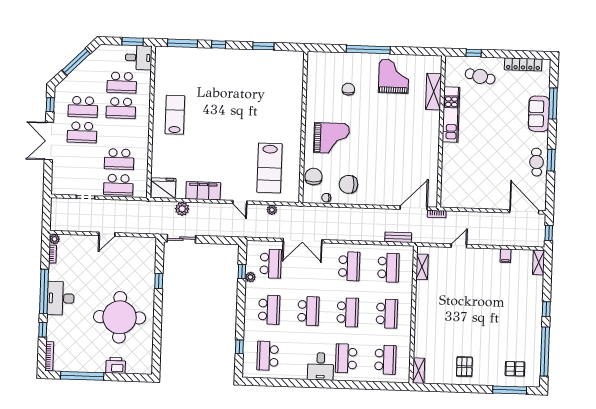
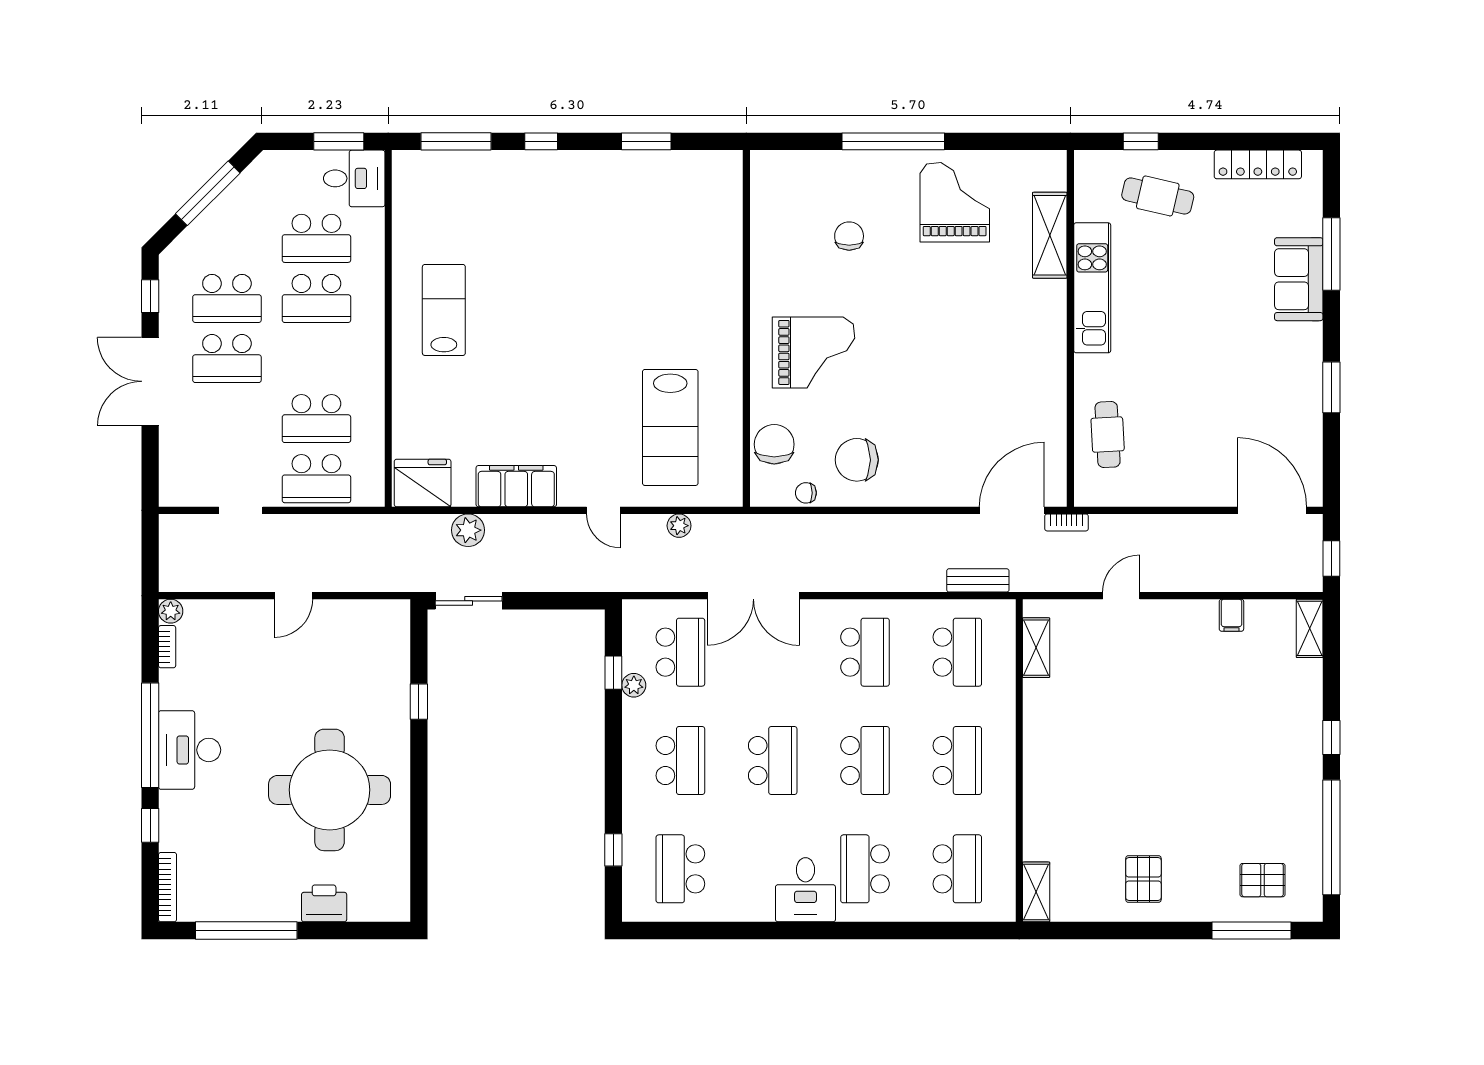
cafe table: (537, 162) -> (1108, 435), moved

